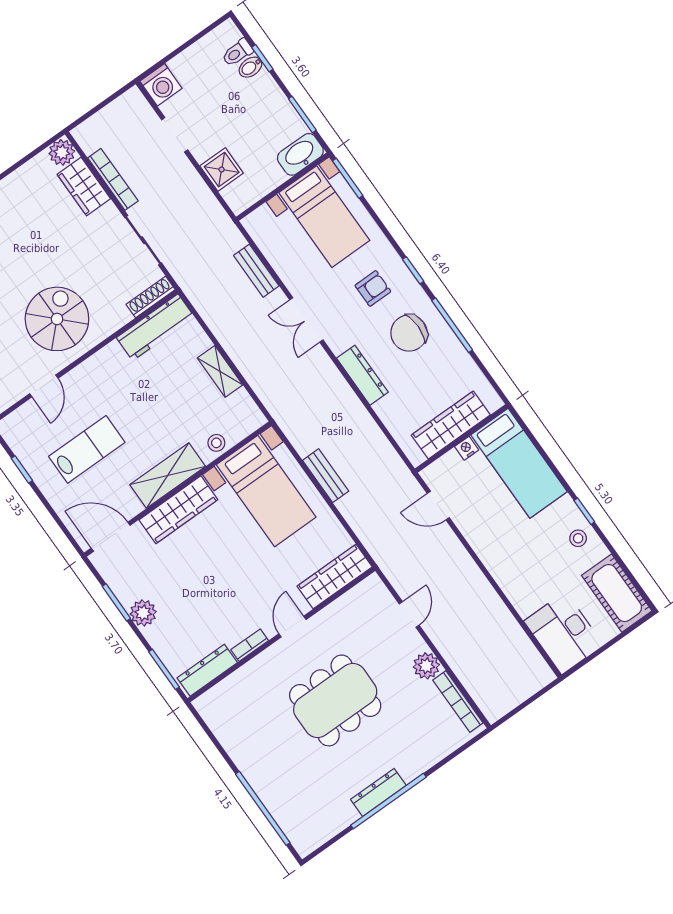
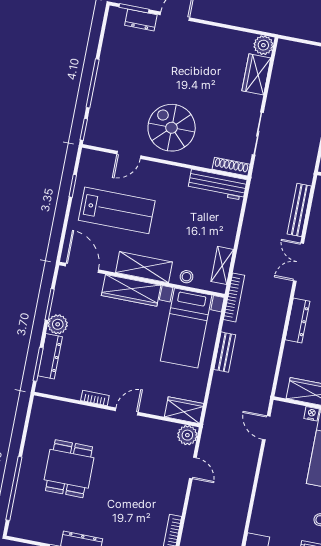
bookcase: (113, 179) -> (234, 297), moved
bench: (256, 271) -> (299, 210), width x1.36
spiral stairs: (57, 319) -> (172, 128), turned -90
shelving: (220, 371) -> (222, 265), moved
lab bench: (87, 449) -> (117, 210), width x1.36, depth x1.39
wardrobe: (335, 576) -> (184, 410), width x0.67
door: (409, 615) -> (193, 468), hinge flipped
plant: (426, 666) -> (187, 435), moved
dresser: (207, 670) -> (50, 356), moved, turned 90
dining table: (335, 700) -> (69, 469), moved, width x0.73

